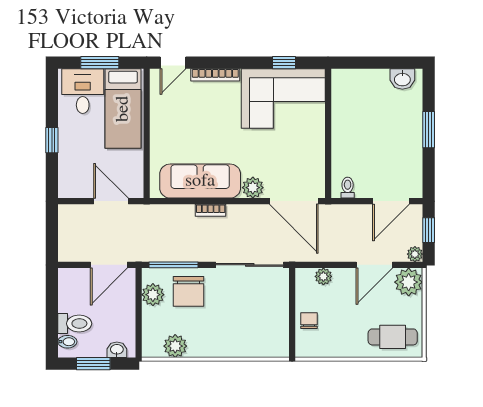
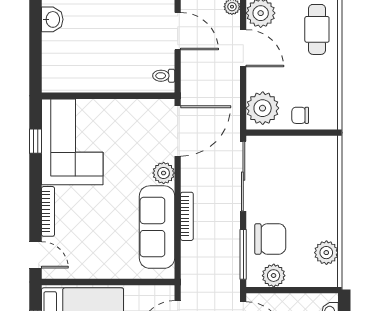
bookcase: (211, 210) -> (187, 216), width x1.56
plant: (323, 276) -> (263, 108), width x1.88, depth x1.88

